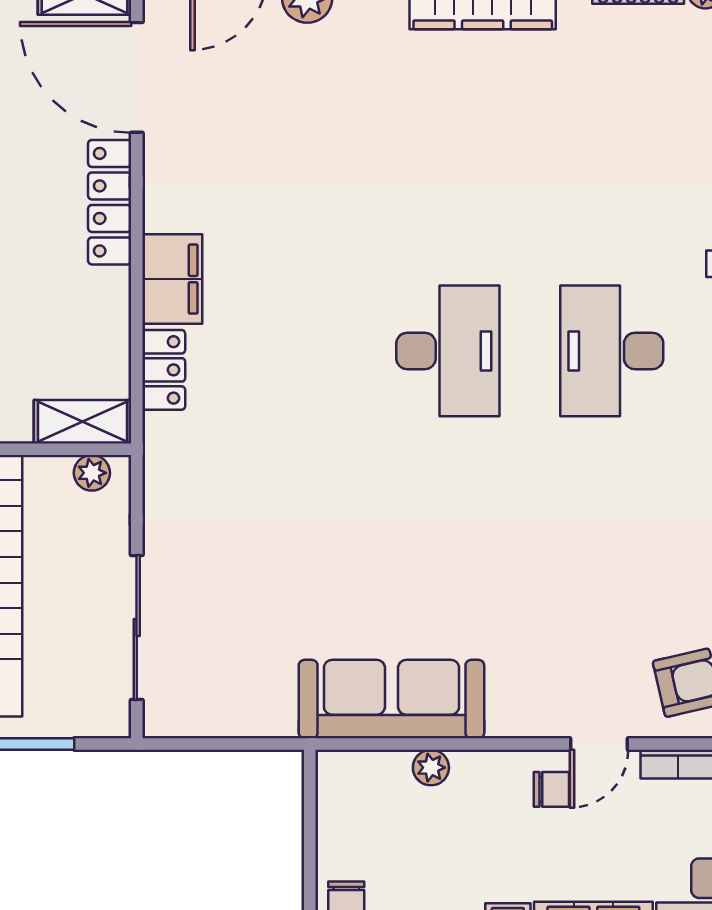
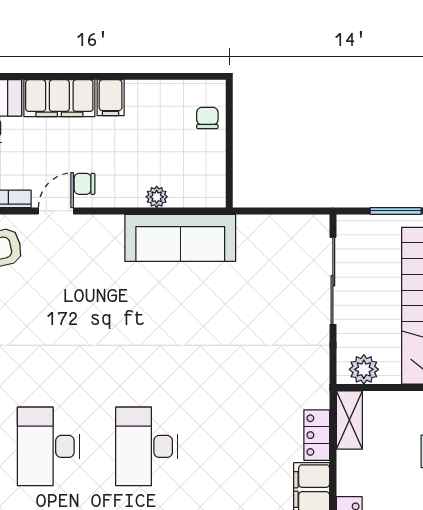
desk: (612, 351) -> (48, 446), turned 180
shelving: (83, 422) -> (349, 420), moved, turned 90
plant: (92, 473) -> (364, 369), width x1.38, depth x1.38

